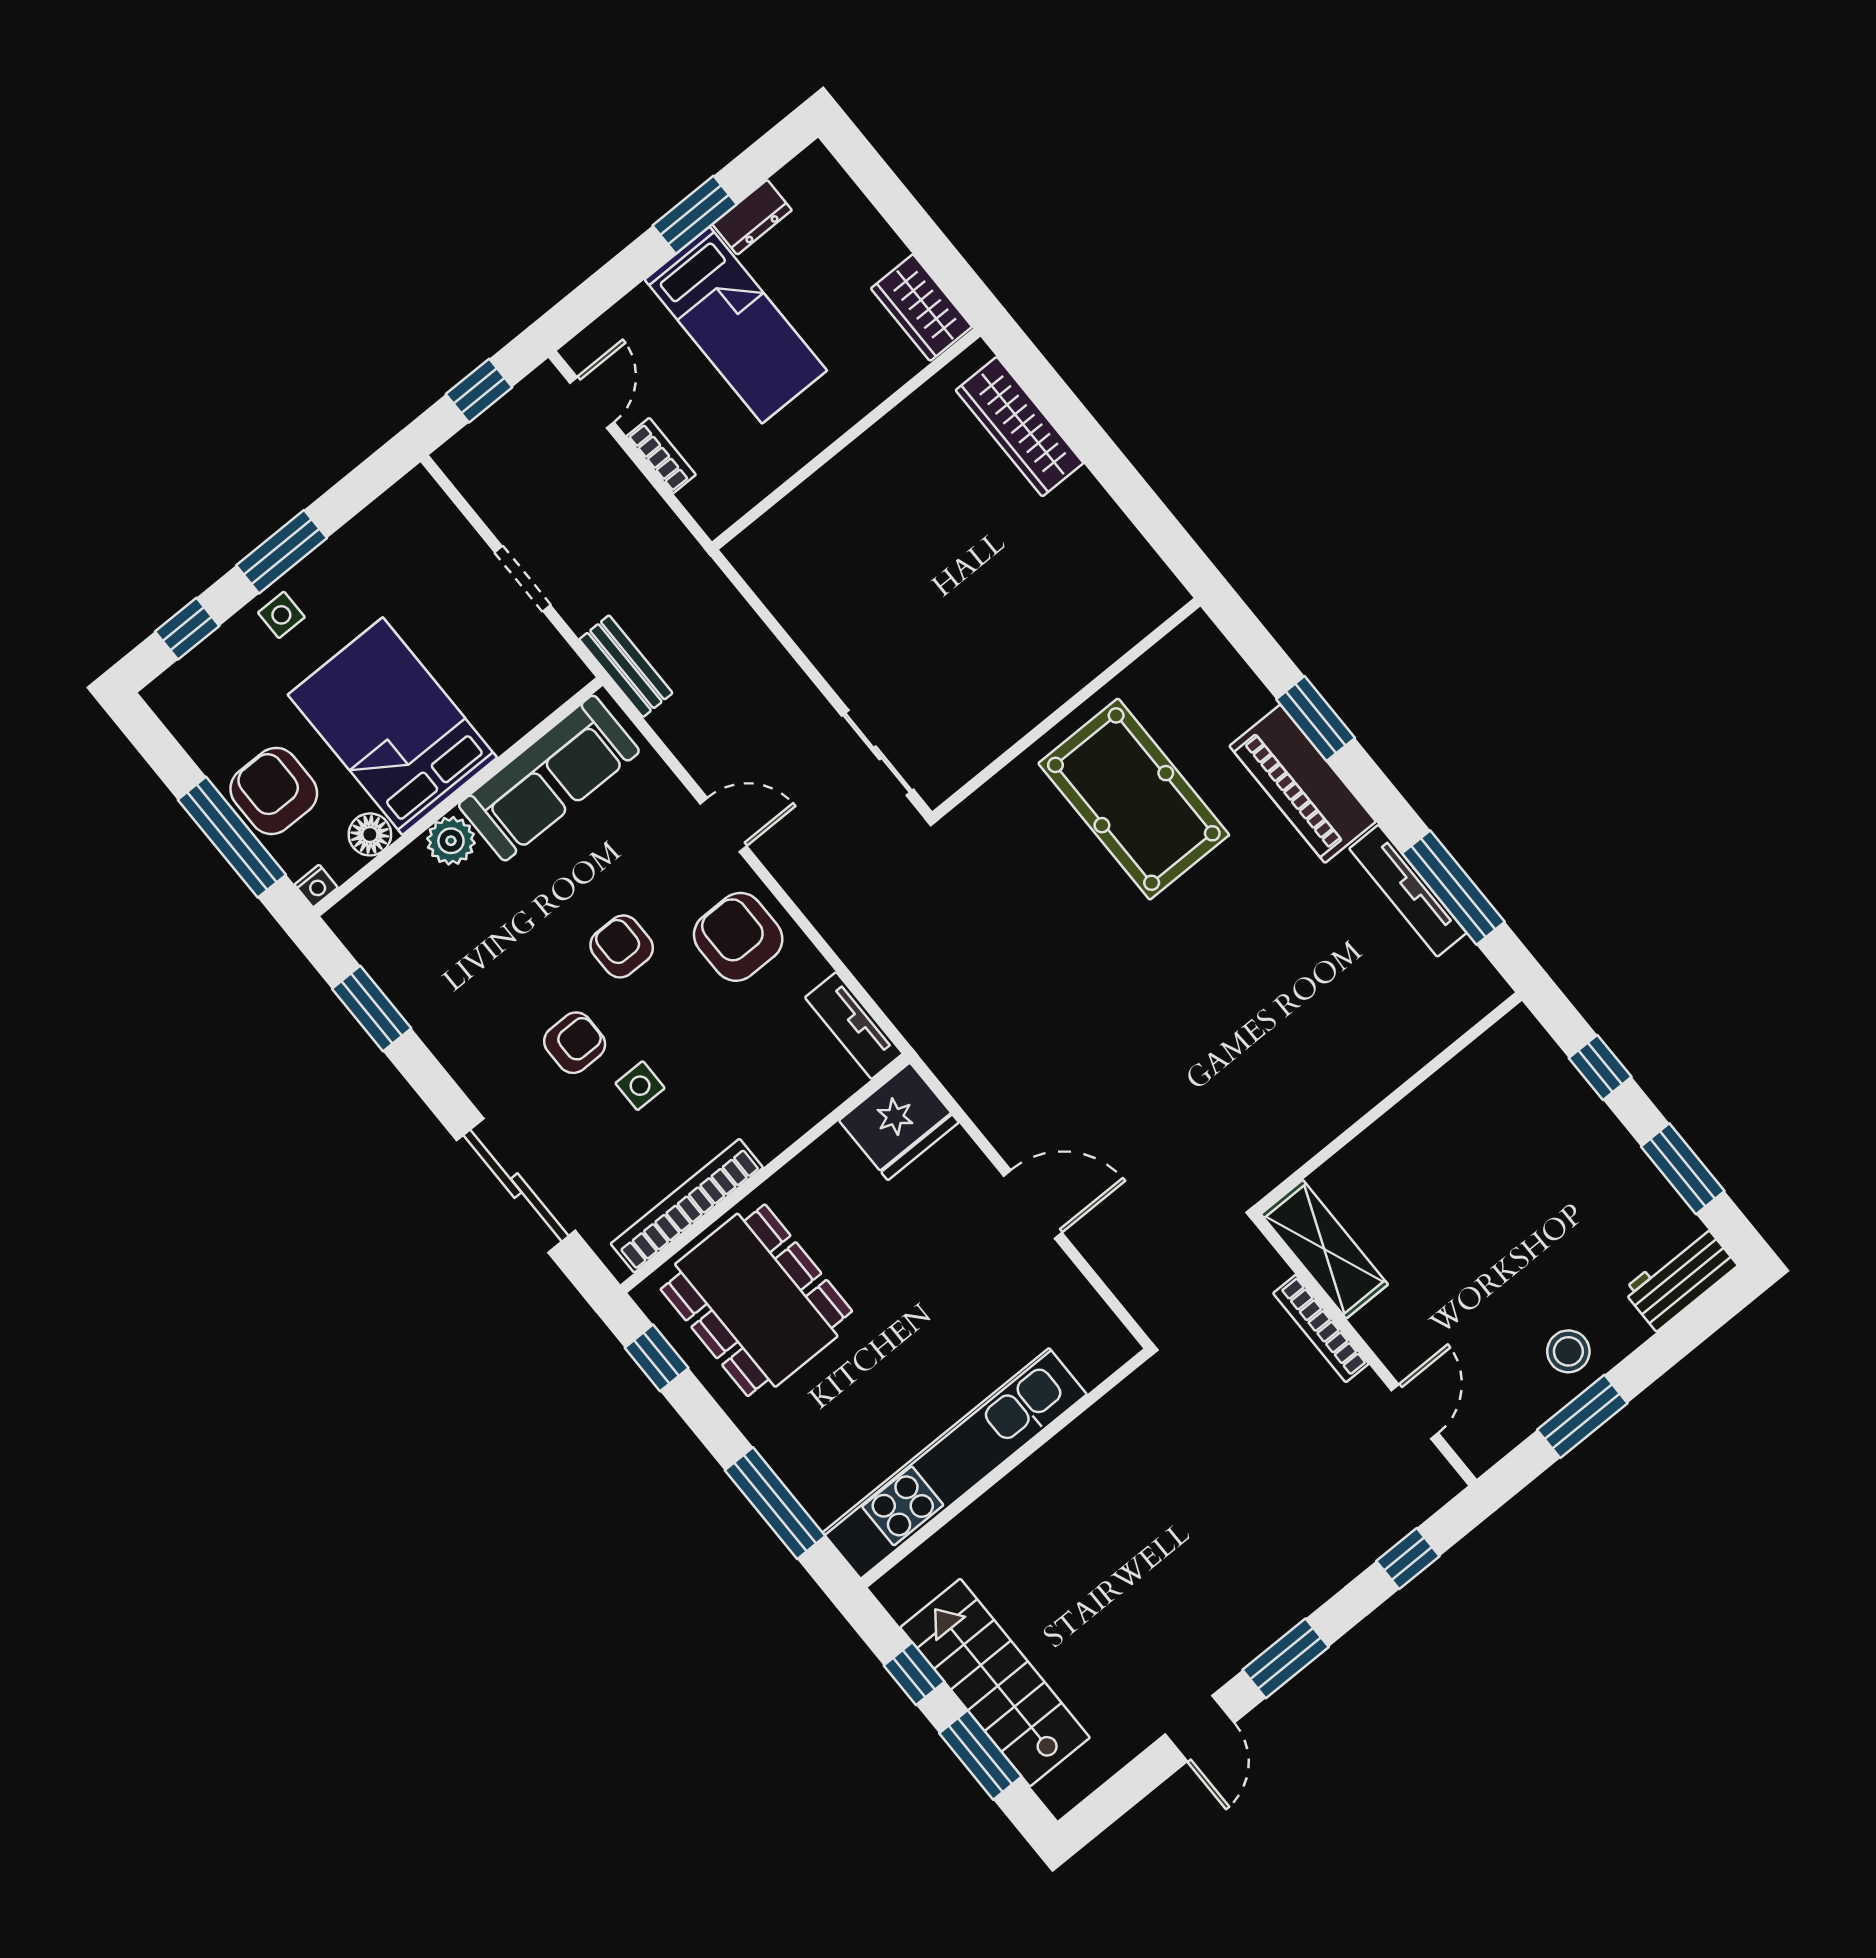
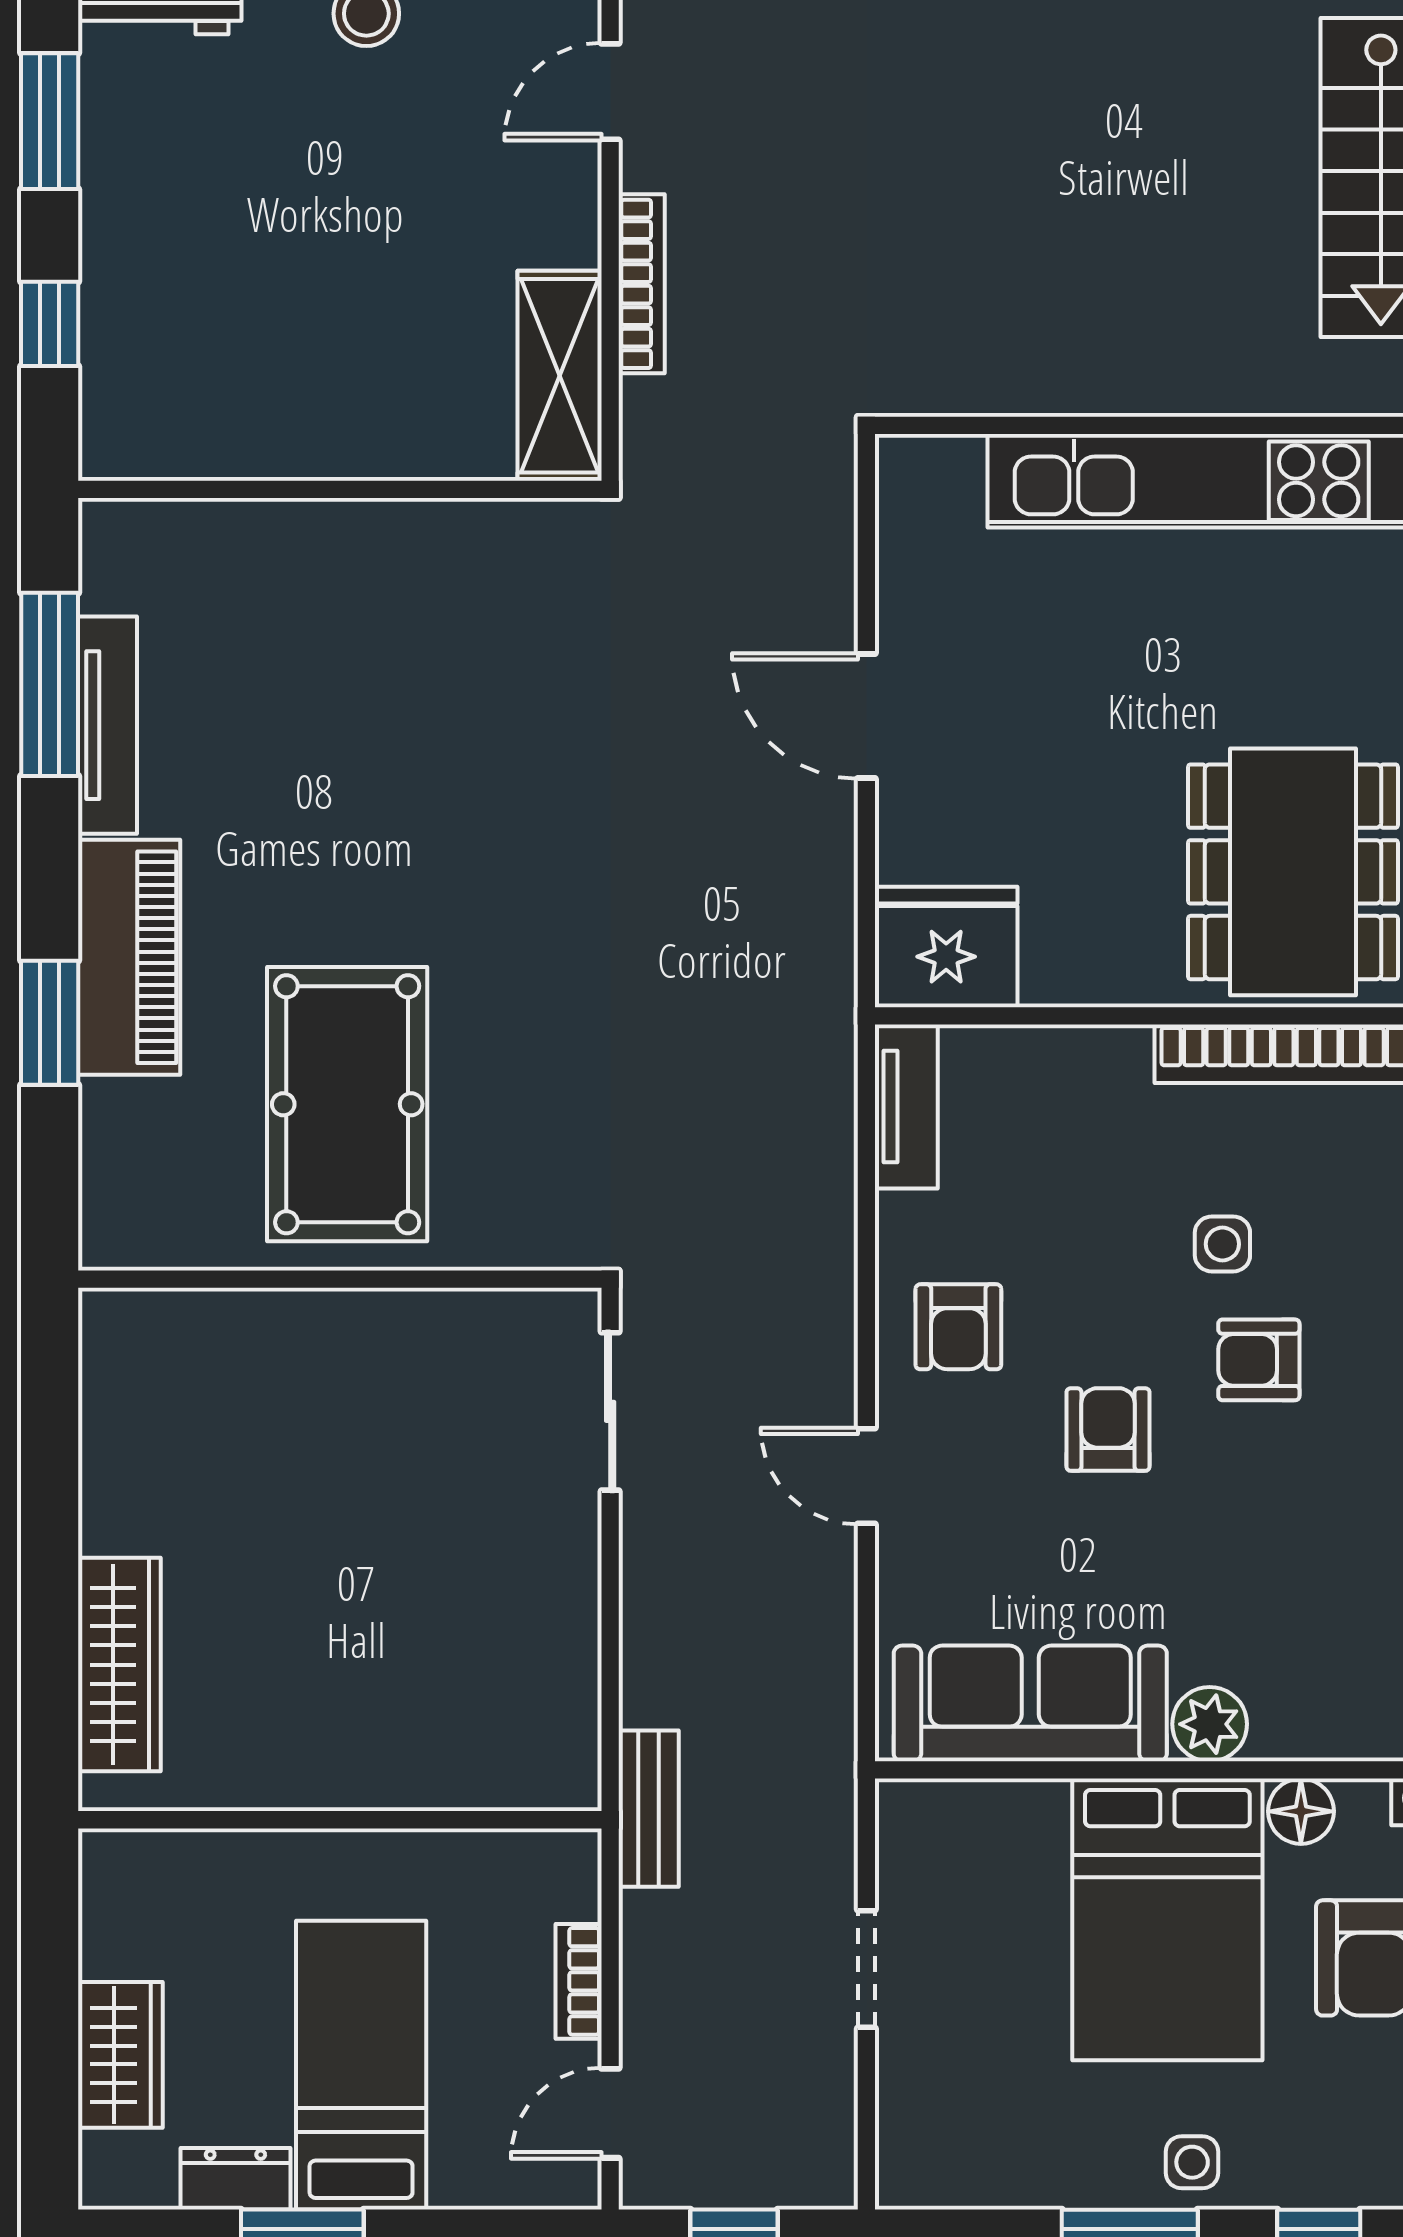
wardrobe: (921, 308) -> (120, 2055), moved
bench: (626, 666) -> (649, 1809), moved
armchair: (738, 937) -> (958, 1327), width x0.72, depth x0.72
armchair: (622, 946) -> (1108, 1430), turned 180

